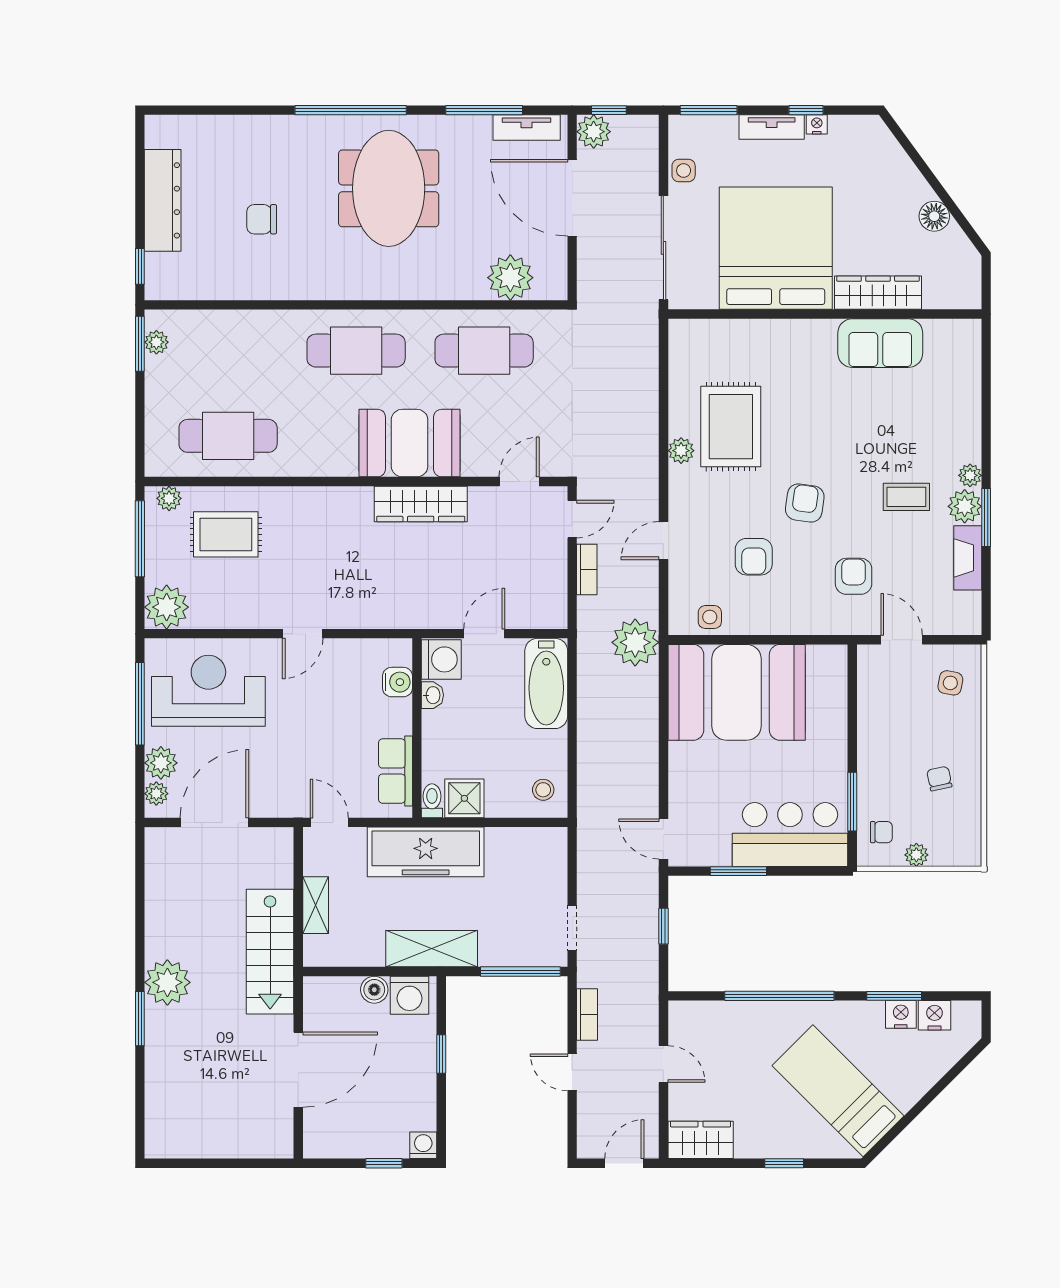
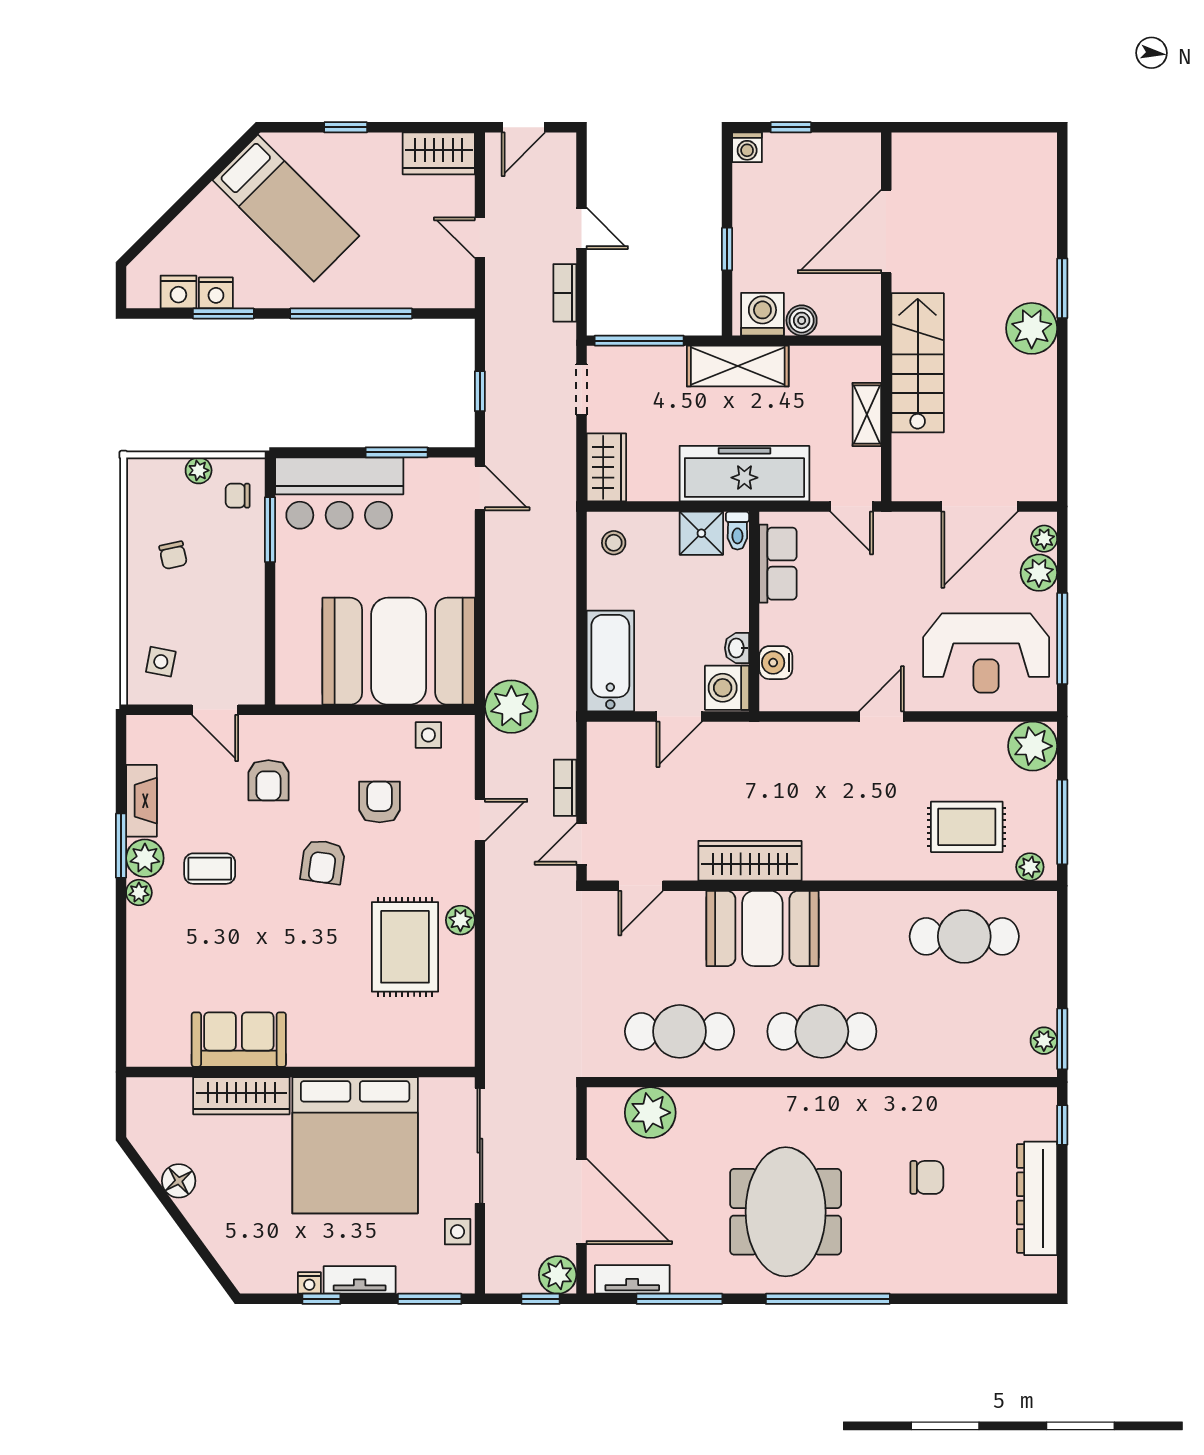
wardrobe: (550, 858) -> (606, 467), added

